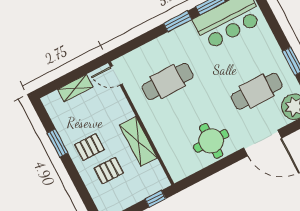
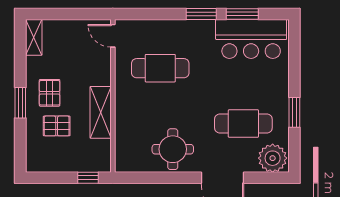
shelving: (75, 88) -> (34, 37), moved, turned 90
window: (58, 143) -> (20, 103), moved
pallet: (89, 147) -> (50, 93), turned 90

